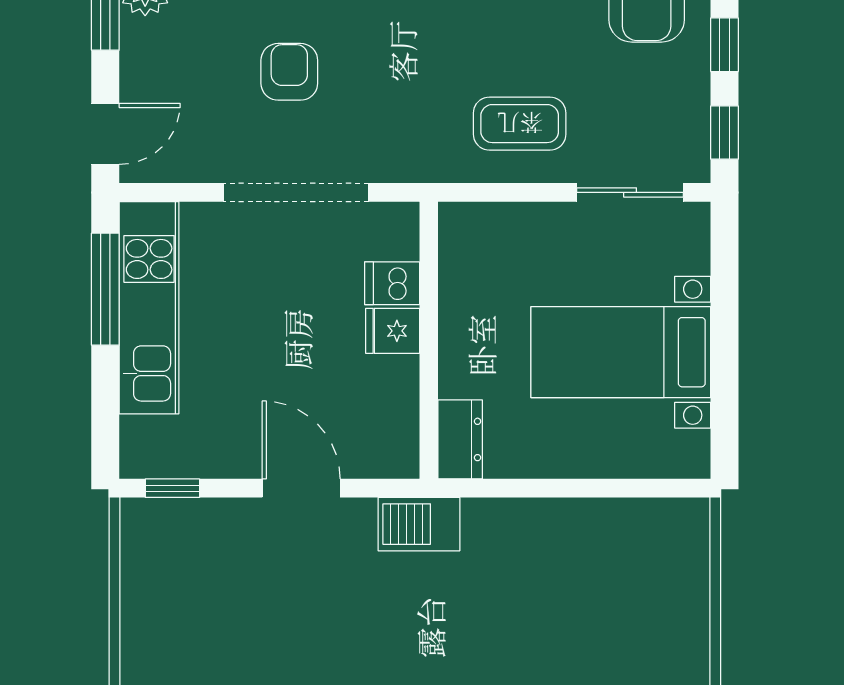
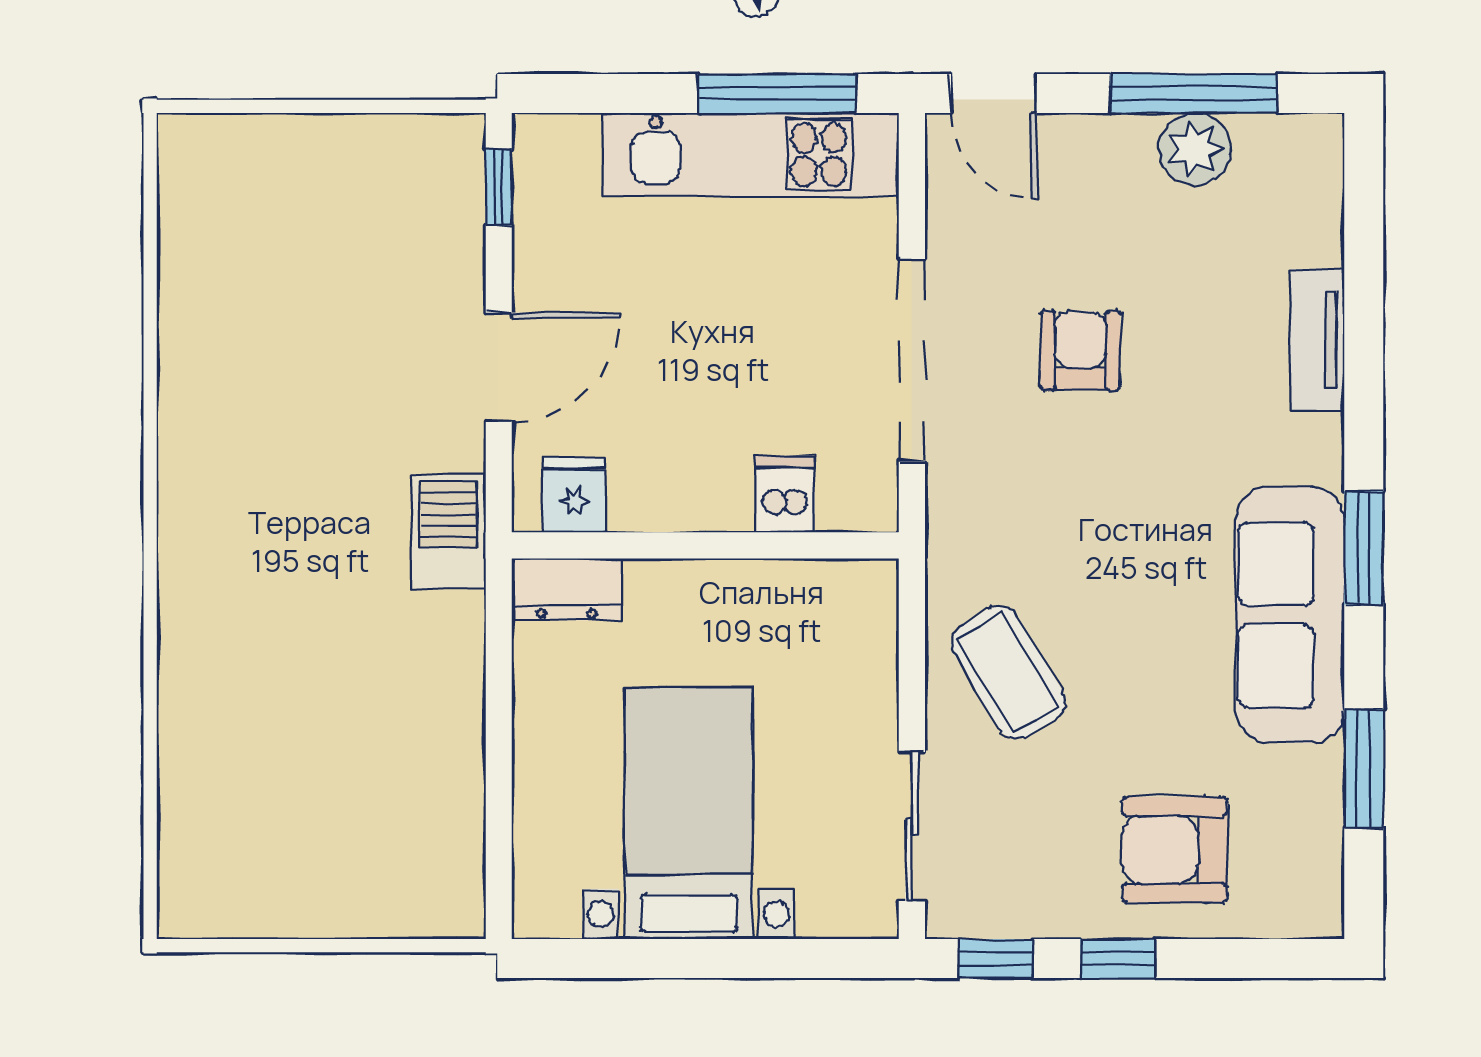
armchair: (289, 72) -> (1080, 351), turned -90
coffee table: (520, 124) -> (1008, 672), turned -31
fridge: (393, 331) -> (574, 495), moved

